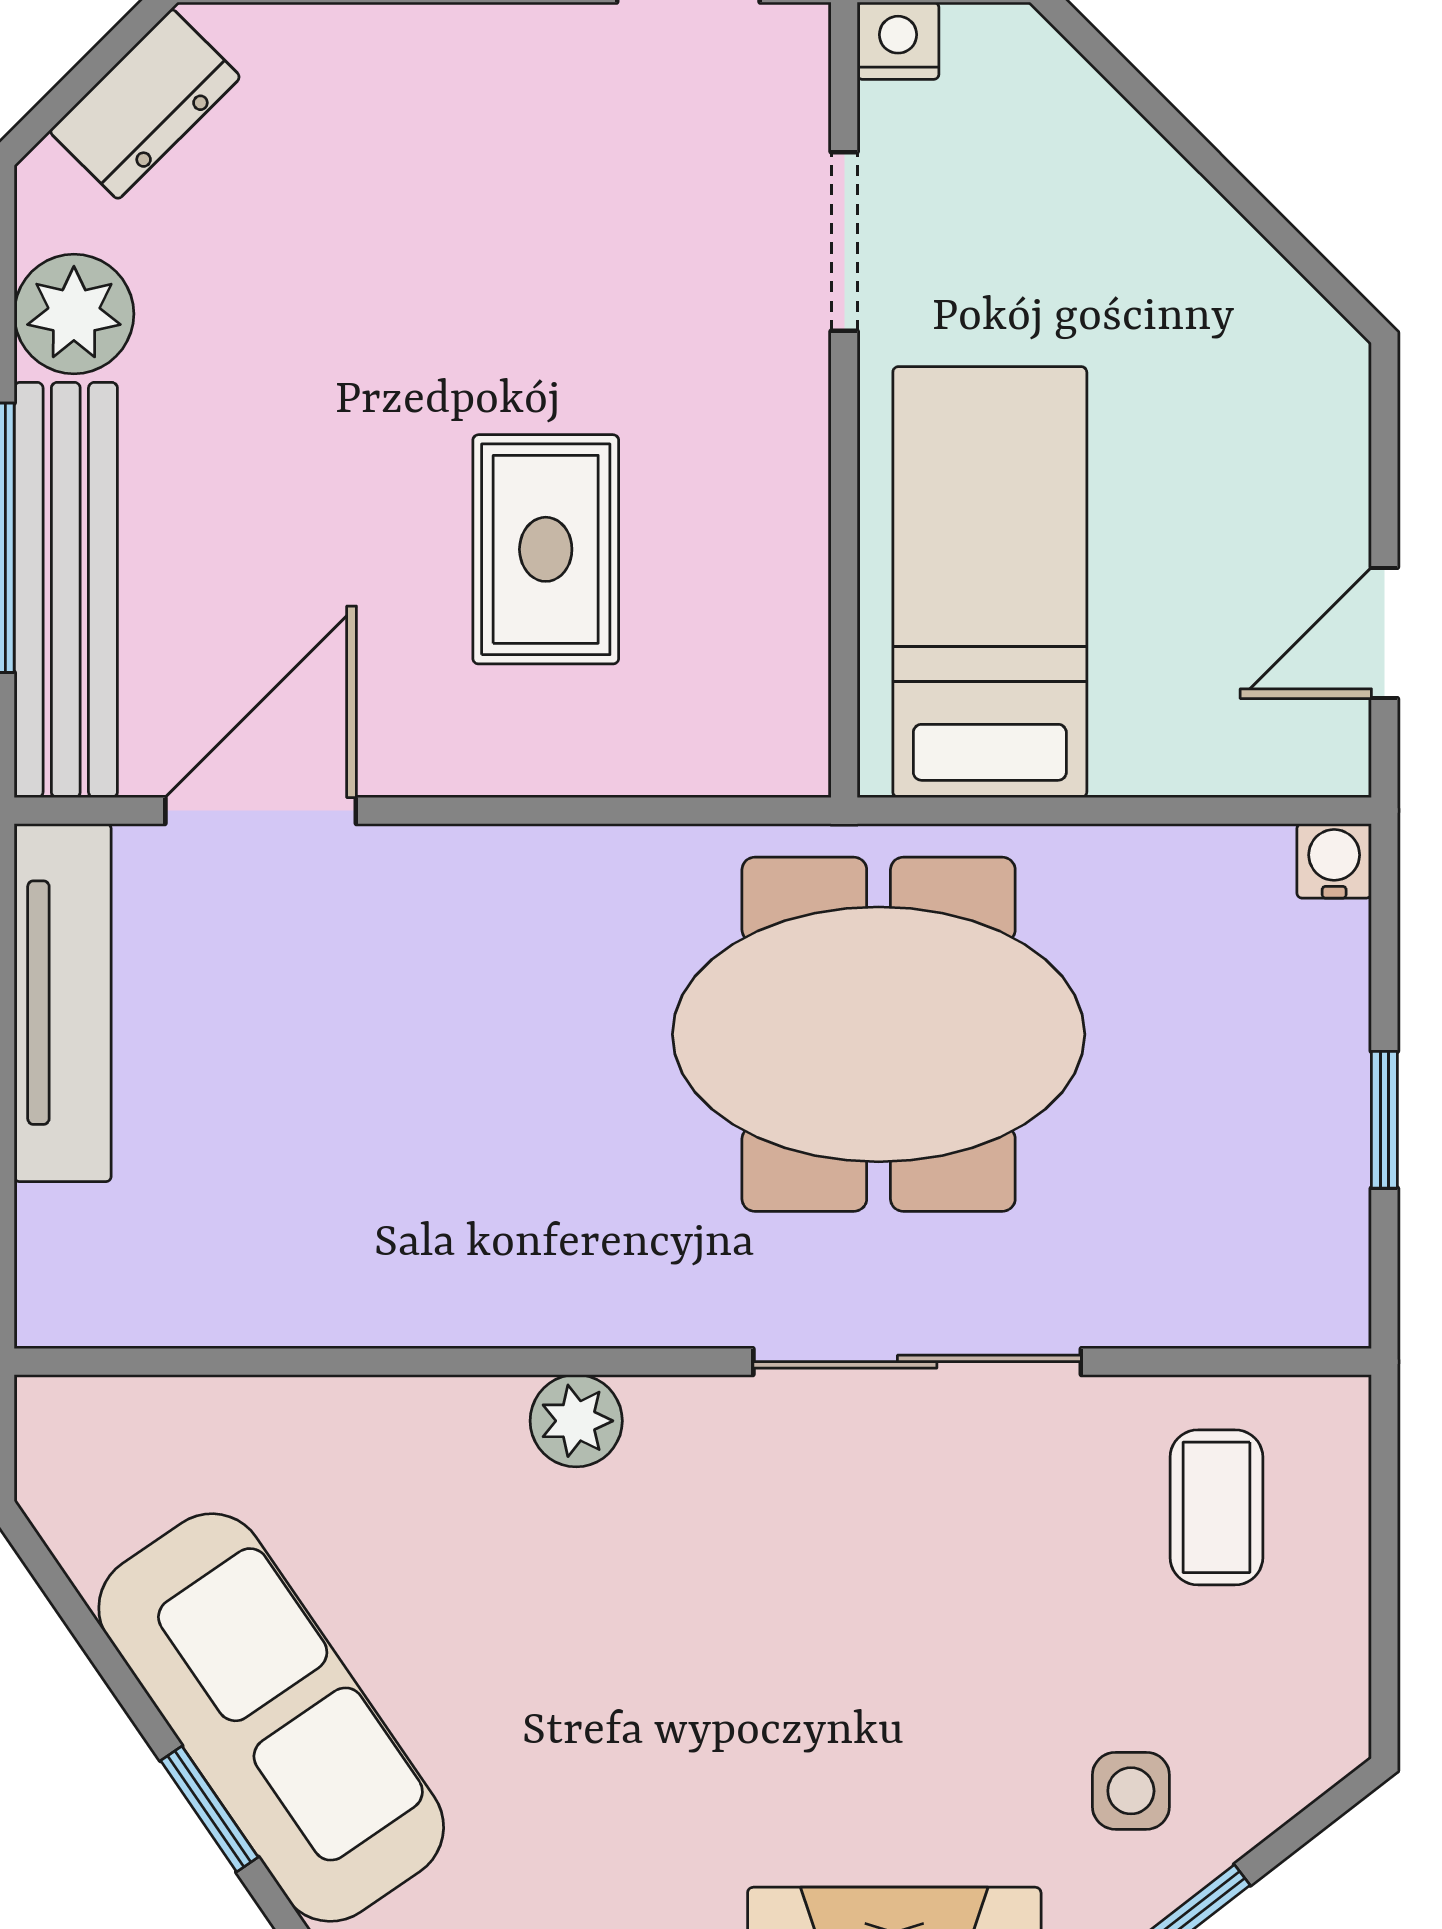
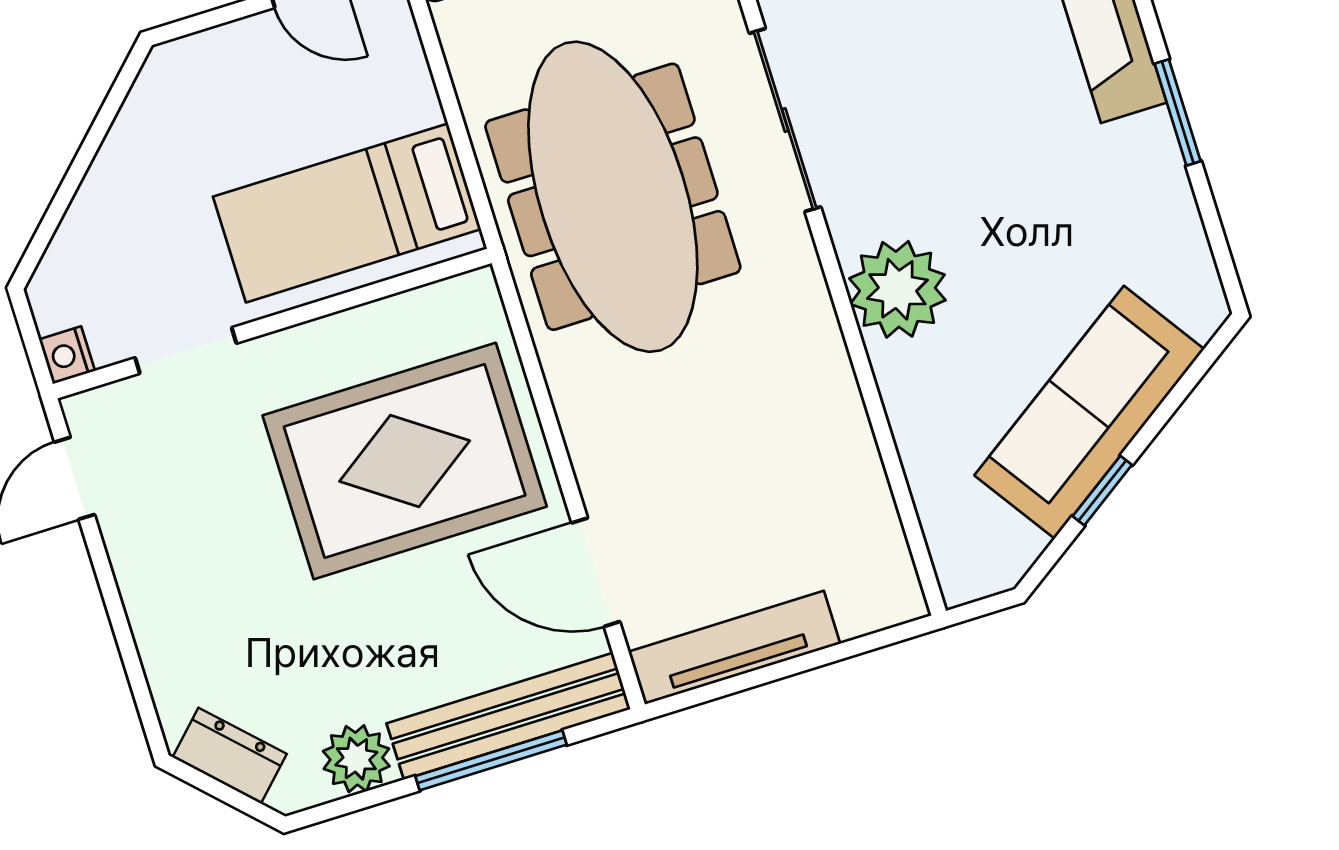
rug: (546, 549) -> (405, 461), width x1.86, depth x2.06
meeting table: (879, 1034) -> (613, 197), width x1.36
plant: (576, 1421) -> (897, 289), width x1.87, depth x1.87
window: (209, 1809) -> (1102, 491), moved

